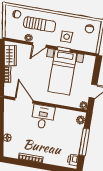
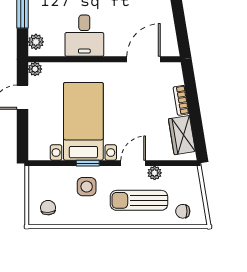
door: (24, 100) -> (144, 59), swing flipped
desk: (43, 117) -> (84, 36), moved

